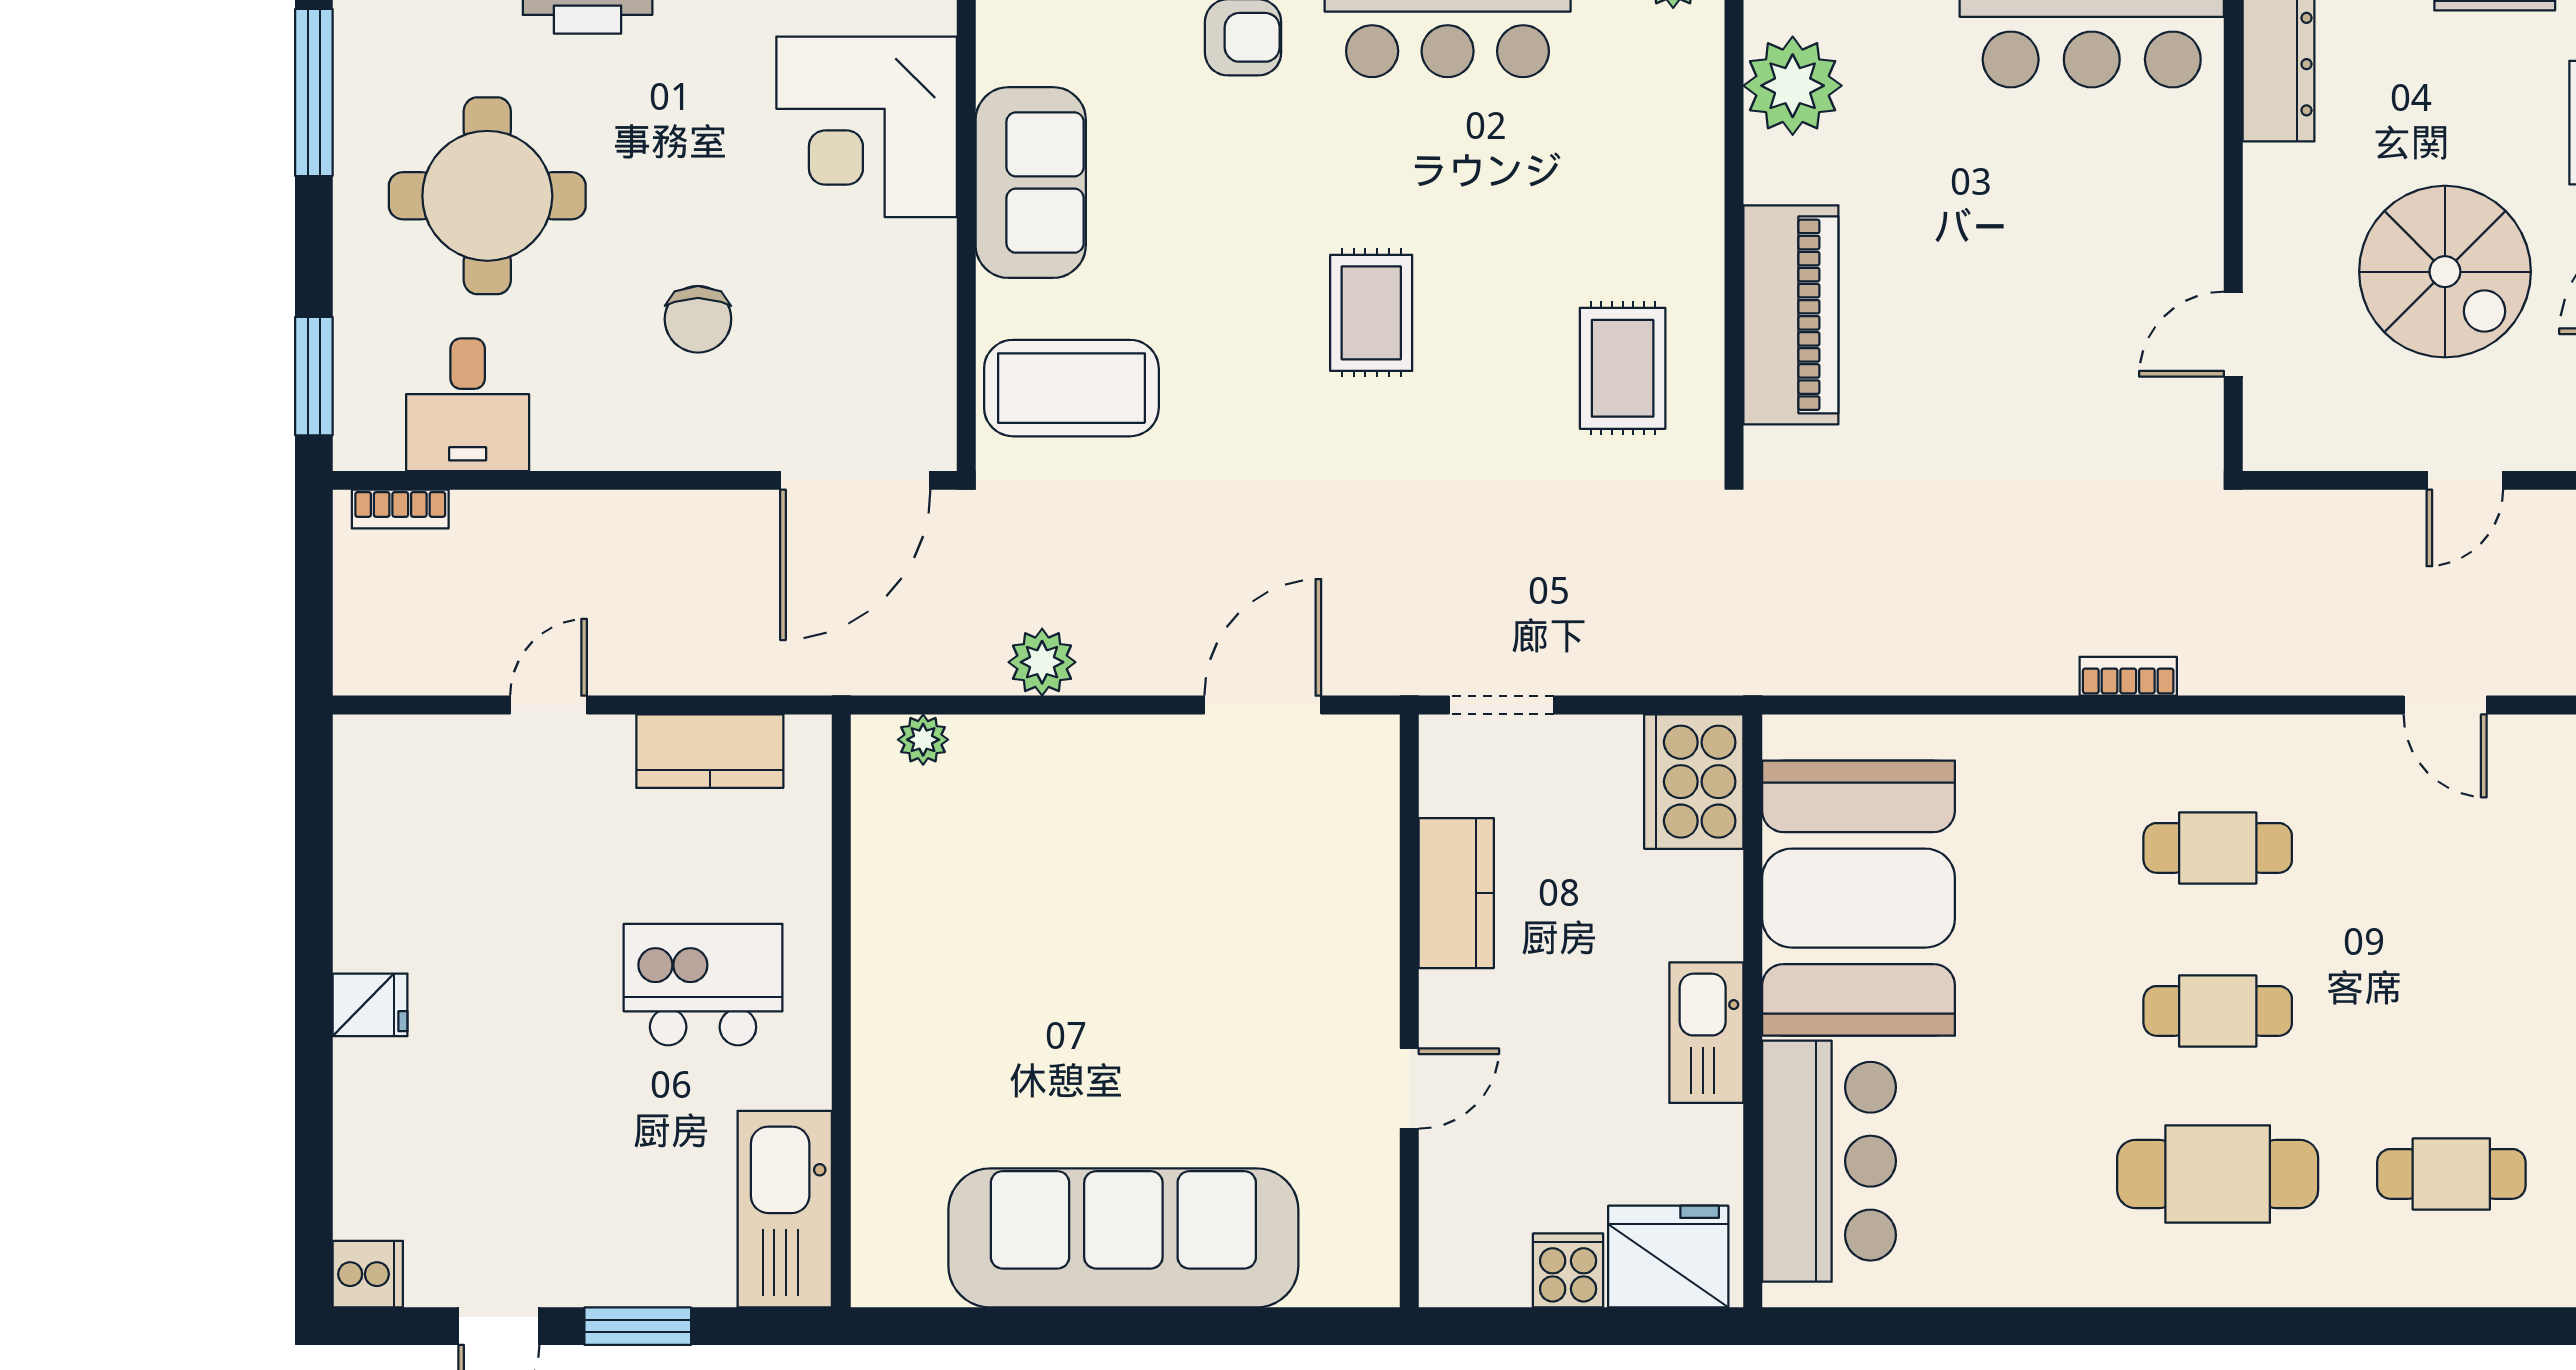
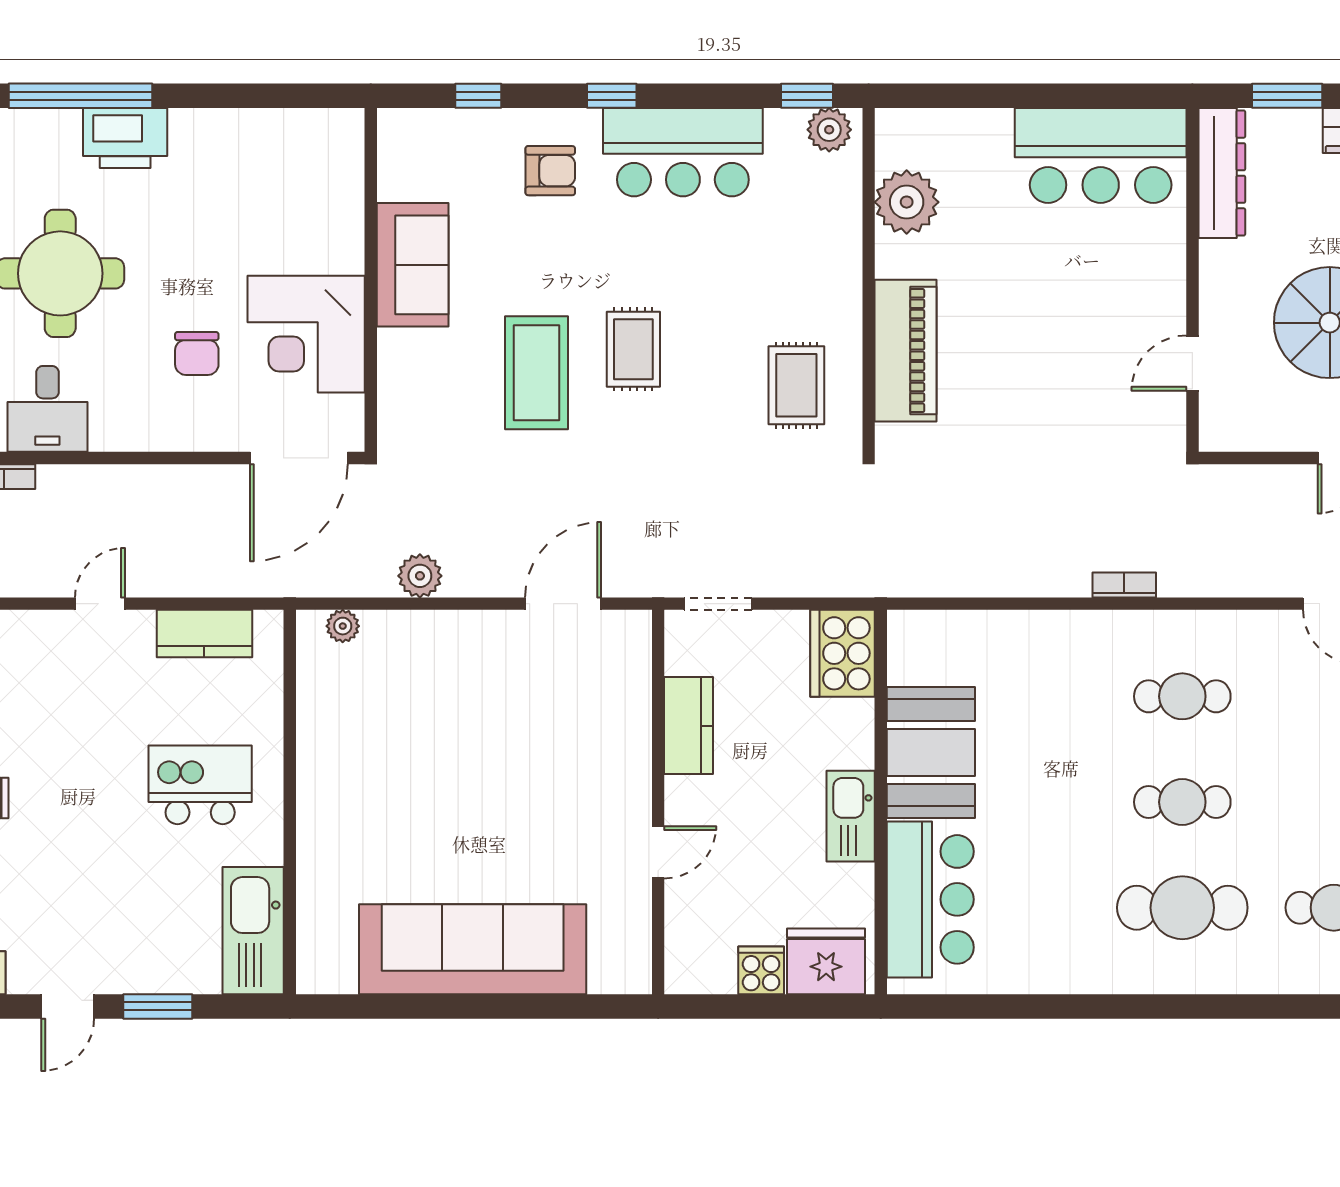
corner desk: (867, 127) -> (306, 334), moved
coffee table: (1071, 388) -> (536, 373), moved, turned 90
booth: (1859, 898) -> (931, 752), width x0.73, depth x0.70

